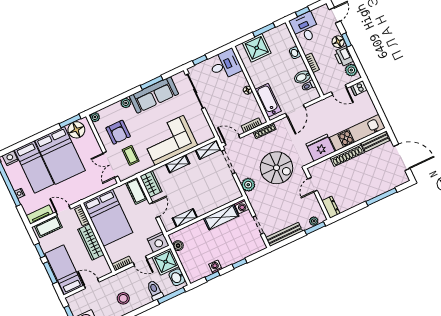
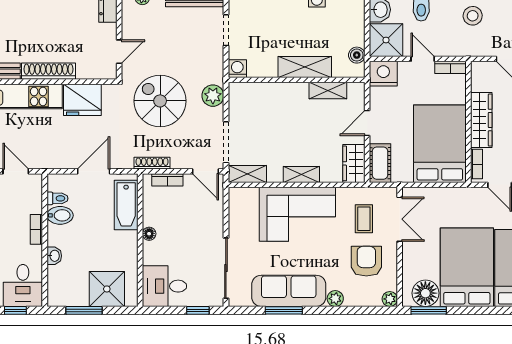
shelving: (221, 217) -> (305, 67), moved

